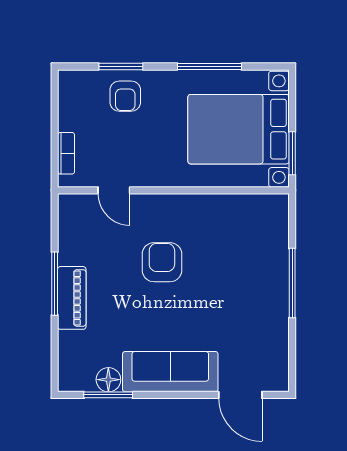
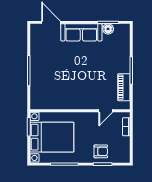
armchair: (125, 96) -> (101, 151), turned 90
door: (114, 190) -> (106, 111), swing flipped
armchair: (162, 262) -> (85, 80), removed
piano: (72, 298) -> (124, 87), moved

